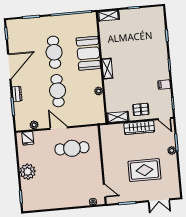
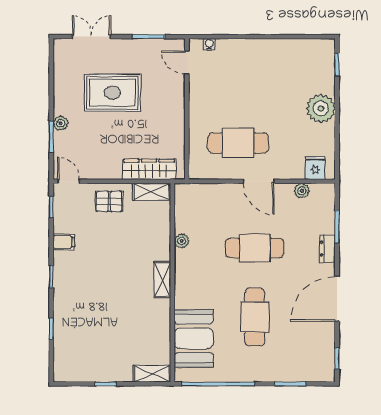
booth: (88, 53) -> (194, 338), moved
cafe table: (58, 91) -> (255, 248), turned 90
wardrobe: (139, 128) -> (149, 169), moved

